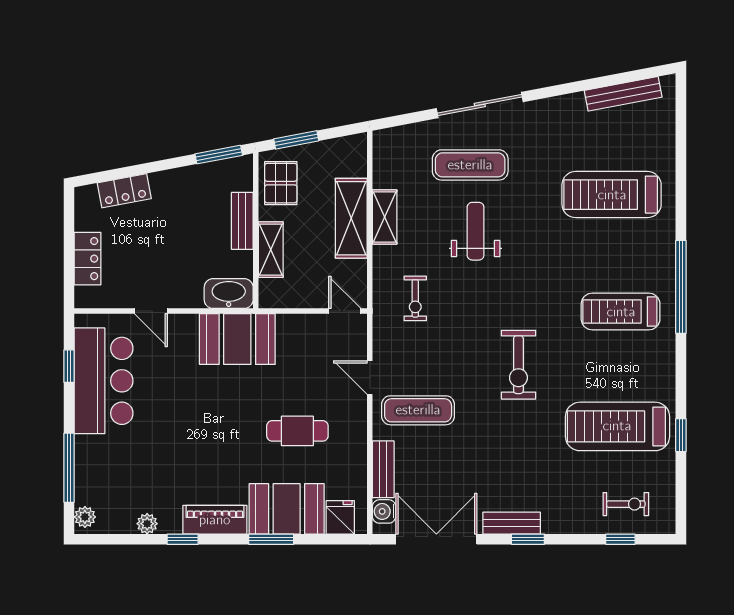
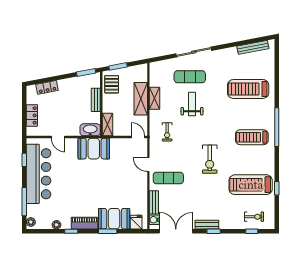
shelving: (271, 250) -> (108, 125), moved
bar counter: (104, 381) -> (39, 174), width x1.36
cafe table: (297, 431) -> (119, 187), removed

